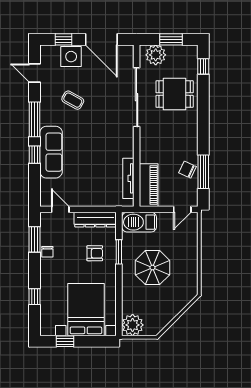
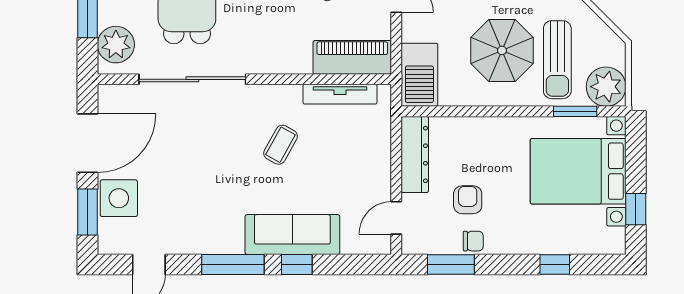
window: (63, 39) -> (88, 212), width x1.50
coffee table: (73, 100) -> (281, 145), moved
window: (119, 252) -> (575, 111), moved
armchair: (95, 253) -> (468, 200), moved
sun lounger: (147, 298) -> (557, 60), added

